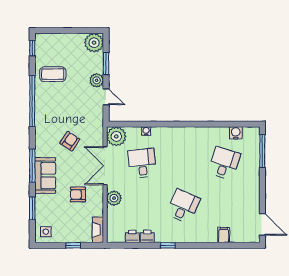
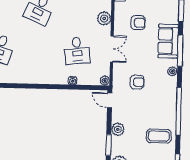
door: (106, 97) -> (110, 100), moved
plant: (116, 136) -> (105, 81), width x0.53, depth x0.53
armchair: (70, 141) -> (137, 82), moved, turned -124
plant: (40, 144) -> (172, 71), added
double door: (105, 166) -> (112, 49), width x0.73

